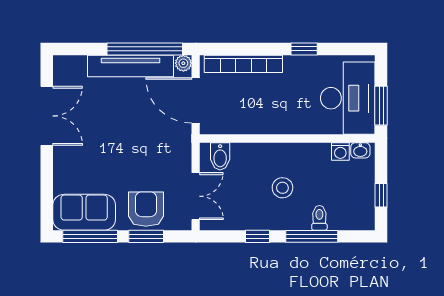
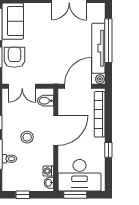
window: (145, 49) -> (108, 41), moved
door: (271, 139) -> (56, 130), added
armchair: (146, 209) -> (15, 57), turned -90

